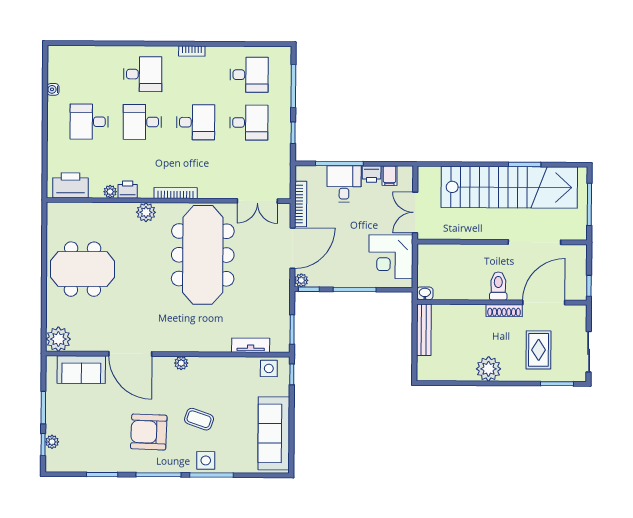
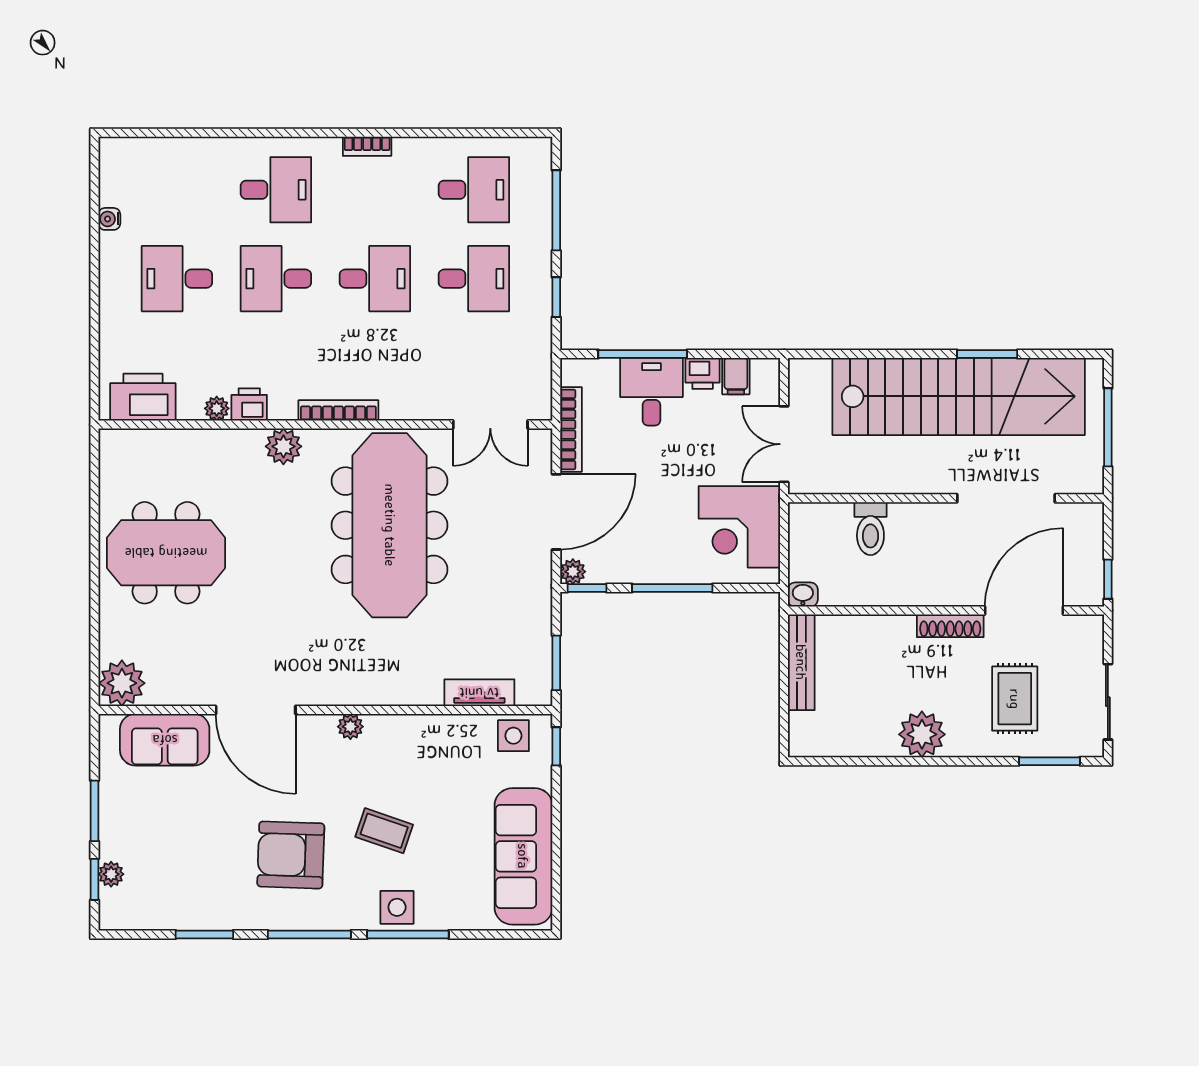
toilet: (498, 286) -> (870, 529), moved, turned 180

